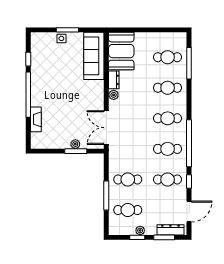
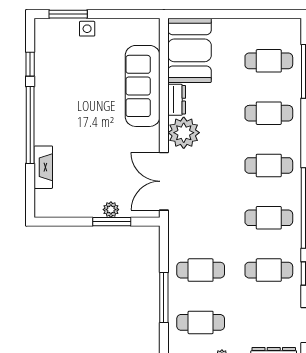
window: (67, 30) -> (68, 14), moved
sofa: (94, 56) -> (143, 86), moved
plant: (114, 95) -> (184, 133), width x1.88, depth x1.88

